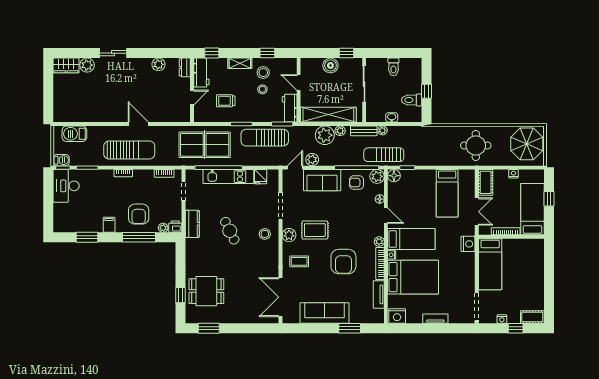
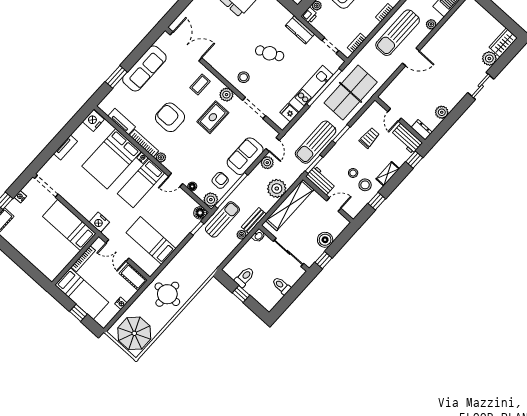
washbasin: (392, 117) -> (258, 236), moved
plant: (340, 131) -> (431, 24), moved
sun lounger: (265, 138) -> (316, 142), turned 180

